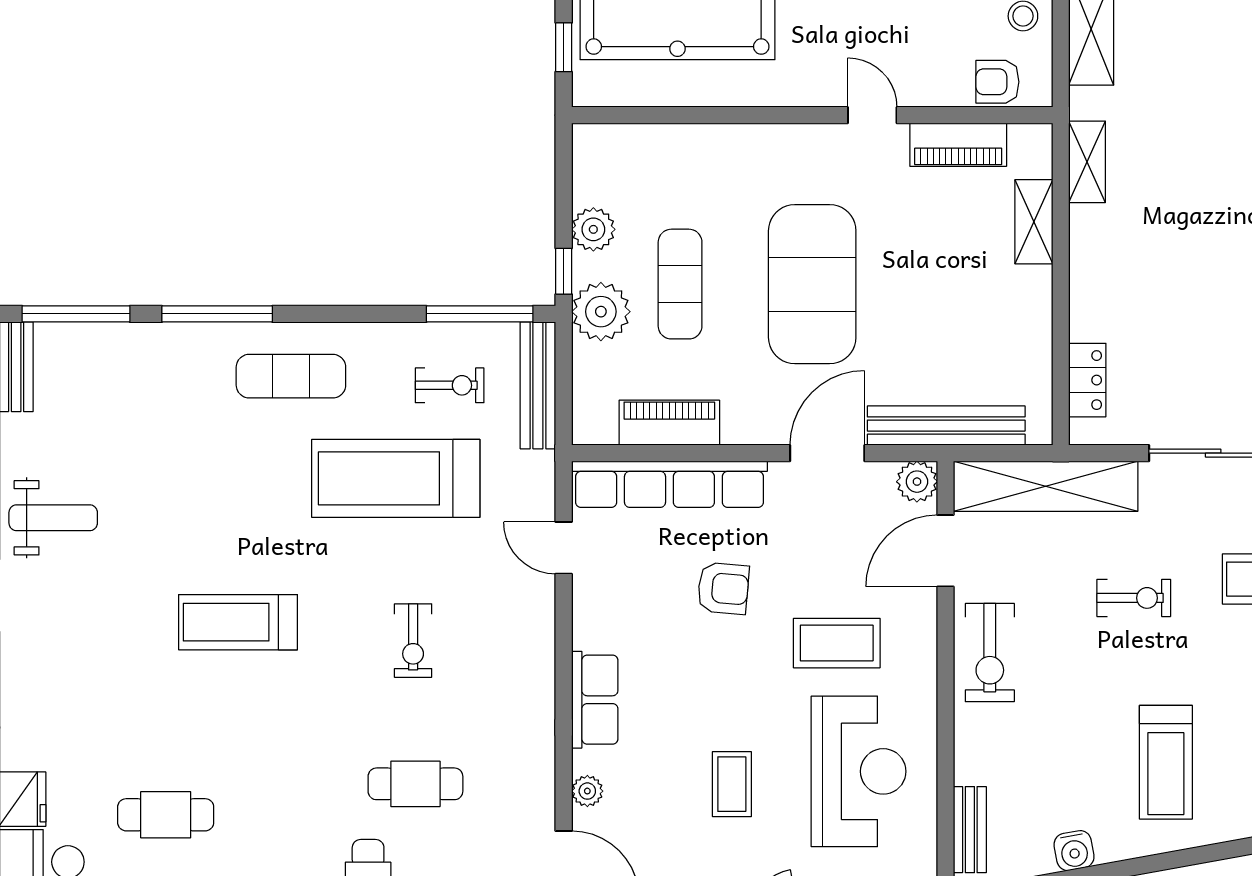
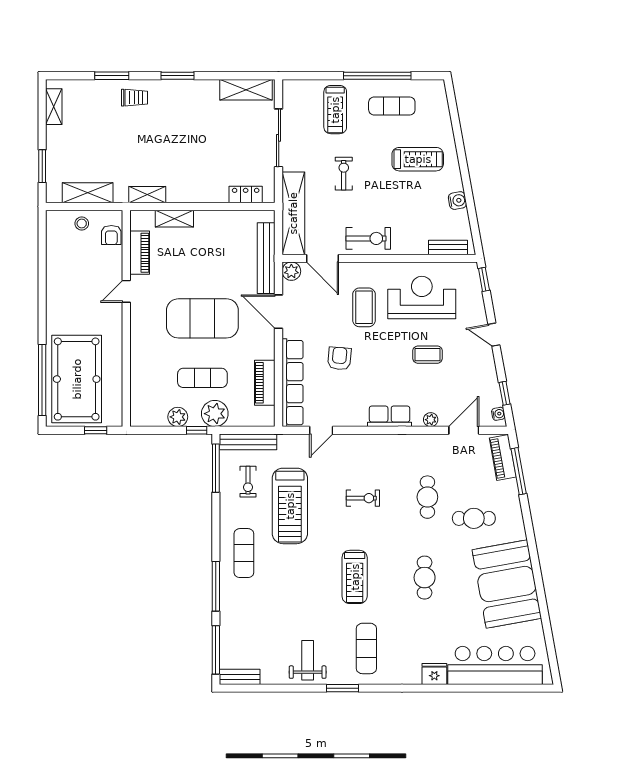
exercise bike: (450, 385) -> (248, 482), turned 180
exercise mat: (79, 648) -> (366, 648), added
cafe table: (166, 815) -> (425, 578), moved

